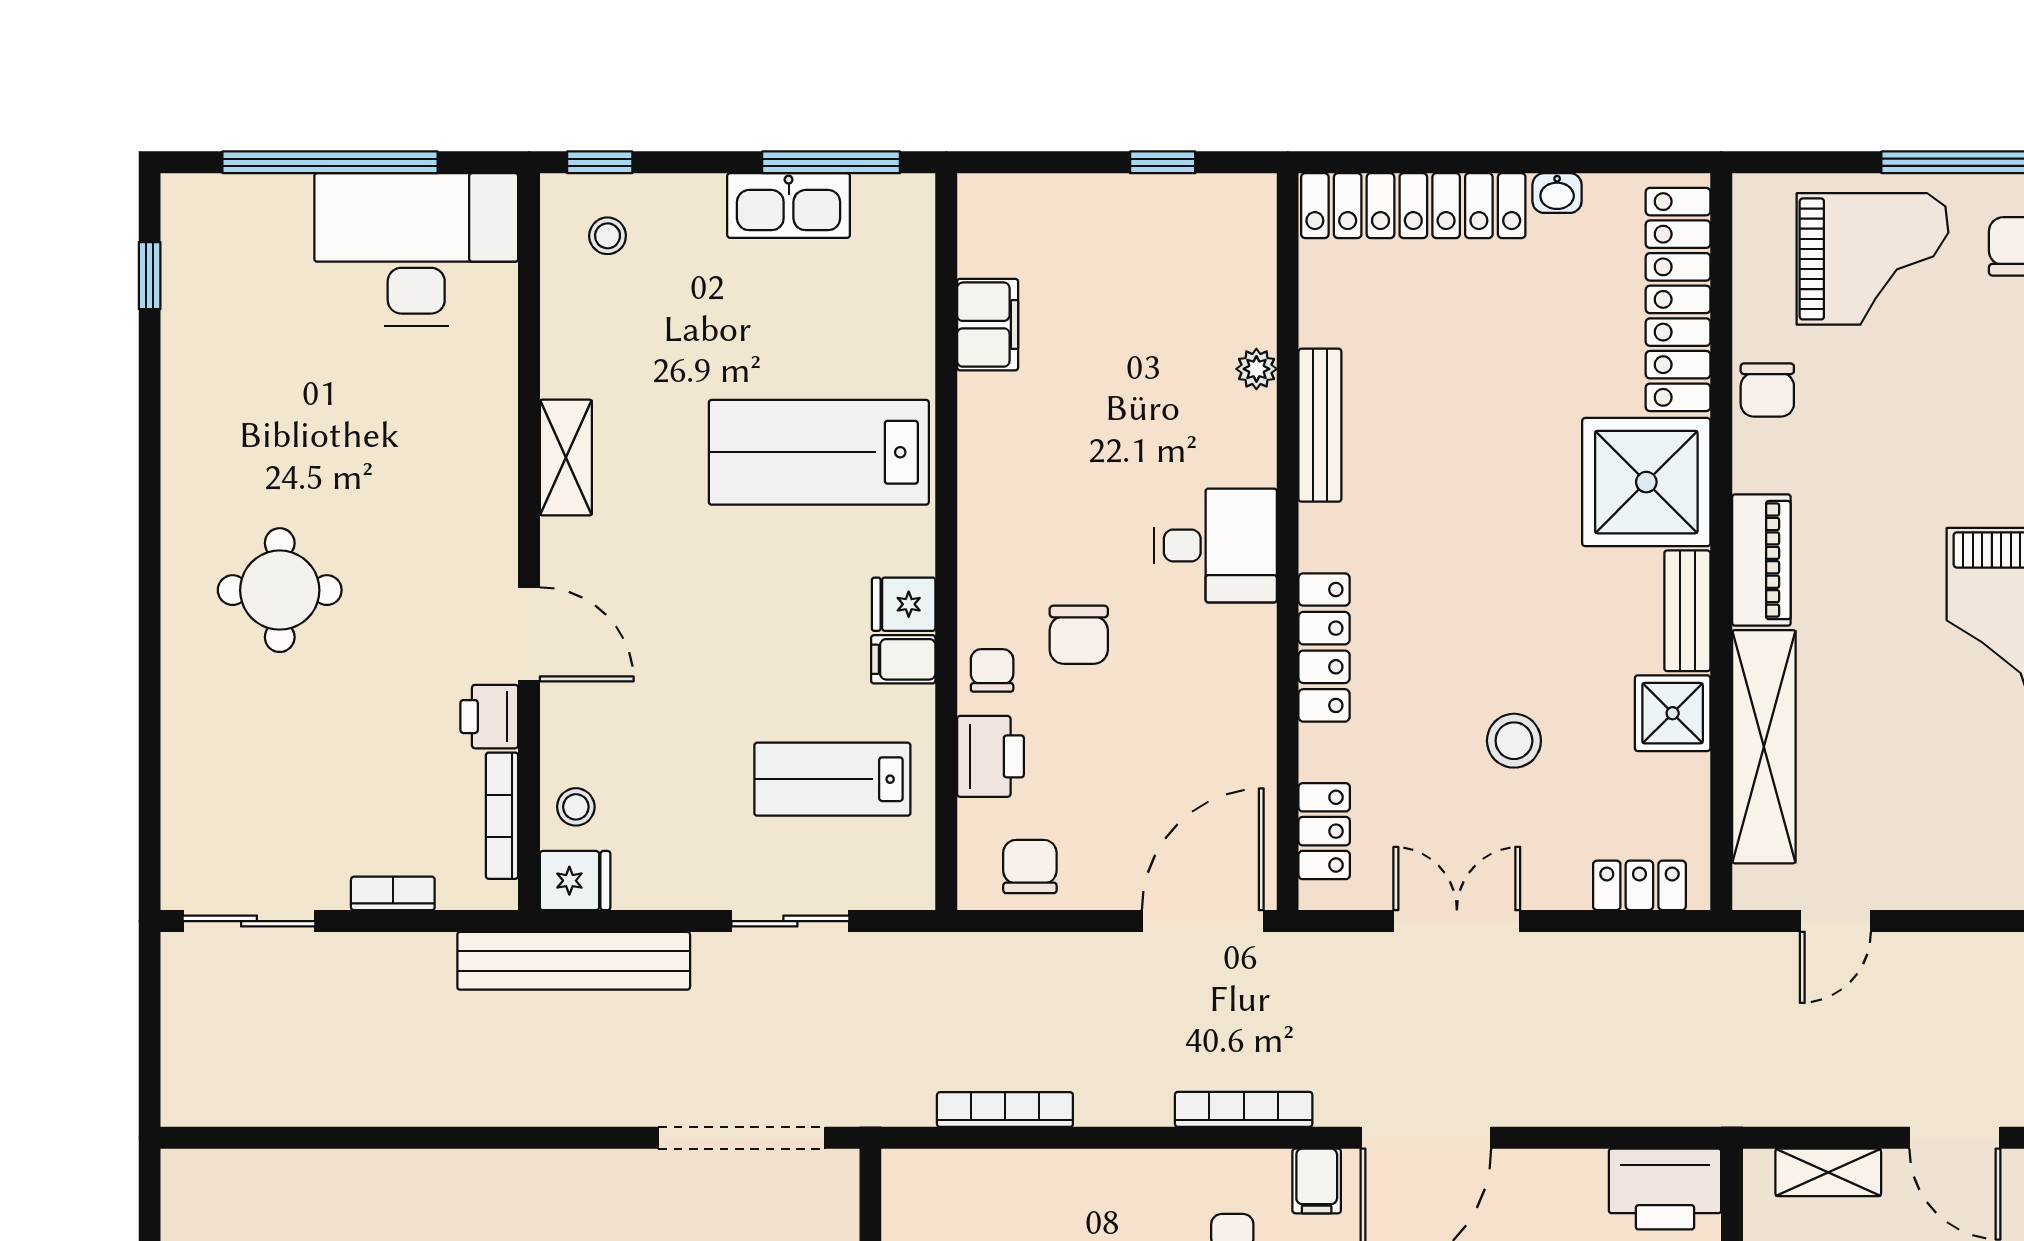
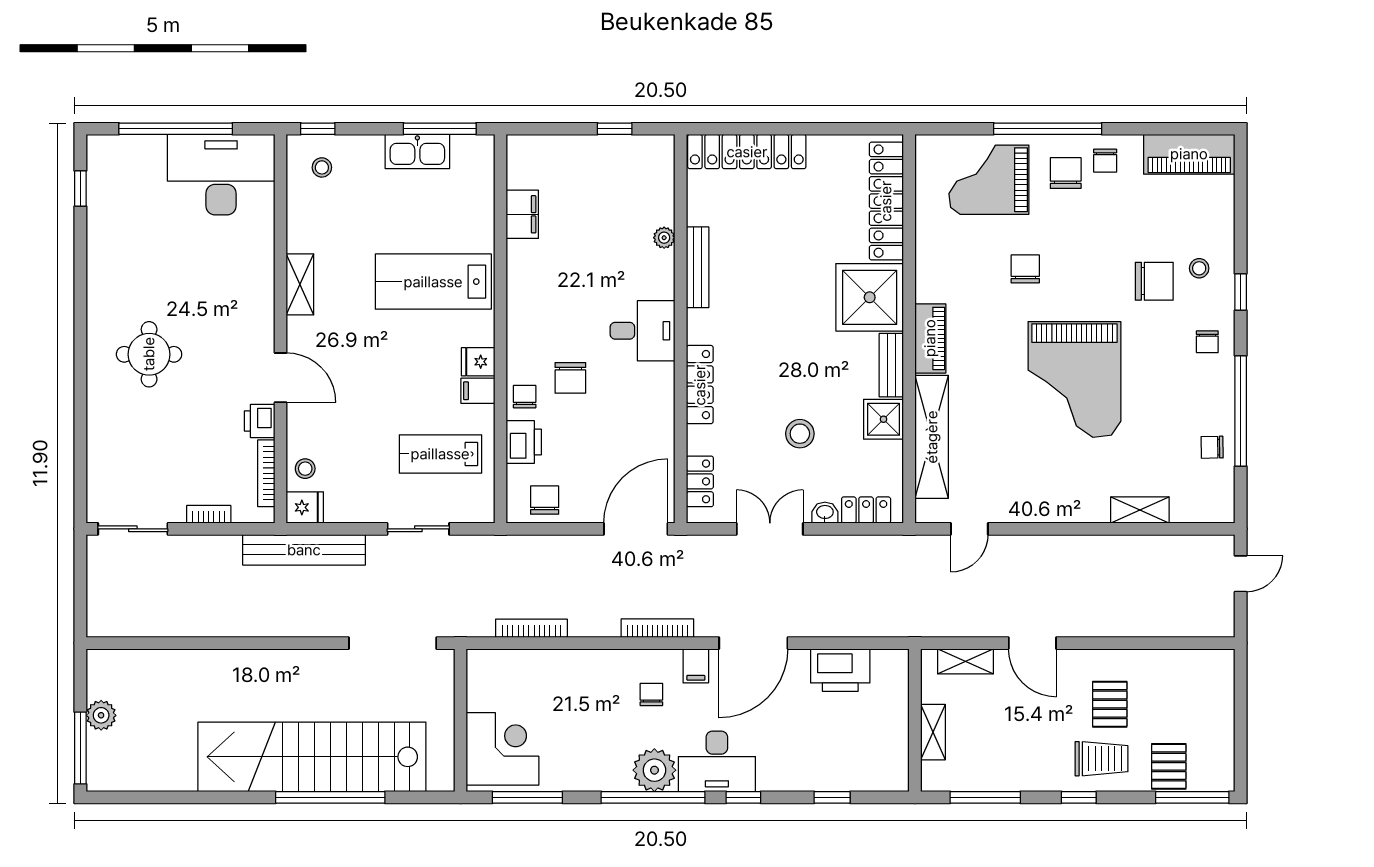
washbasin: (1557, 193) -> (825, 513), moved, turned 180
grand piano: (1873, 259) -> (989, 180), turned 180
chair: (1767, 390) -> (1025, 269), moved, turned 180
printer: (1665, 1189) -> (840, 670), moved

